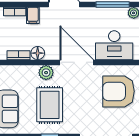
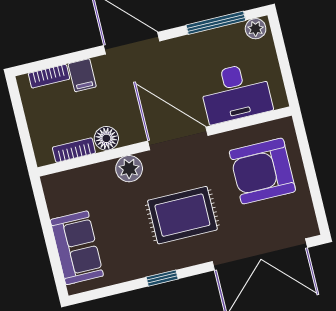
rug: (50, 105) -> (182, 215), moved, turned 90

